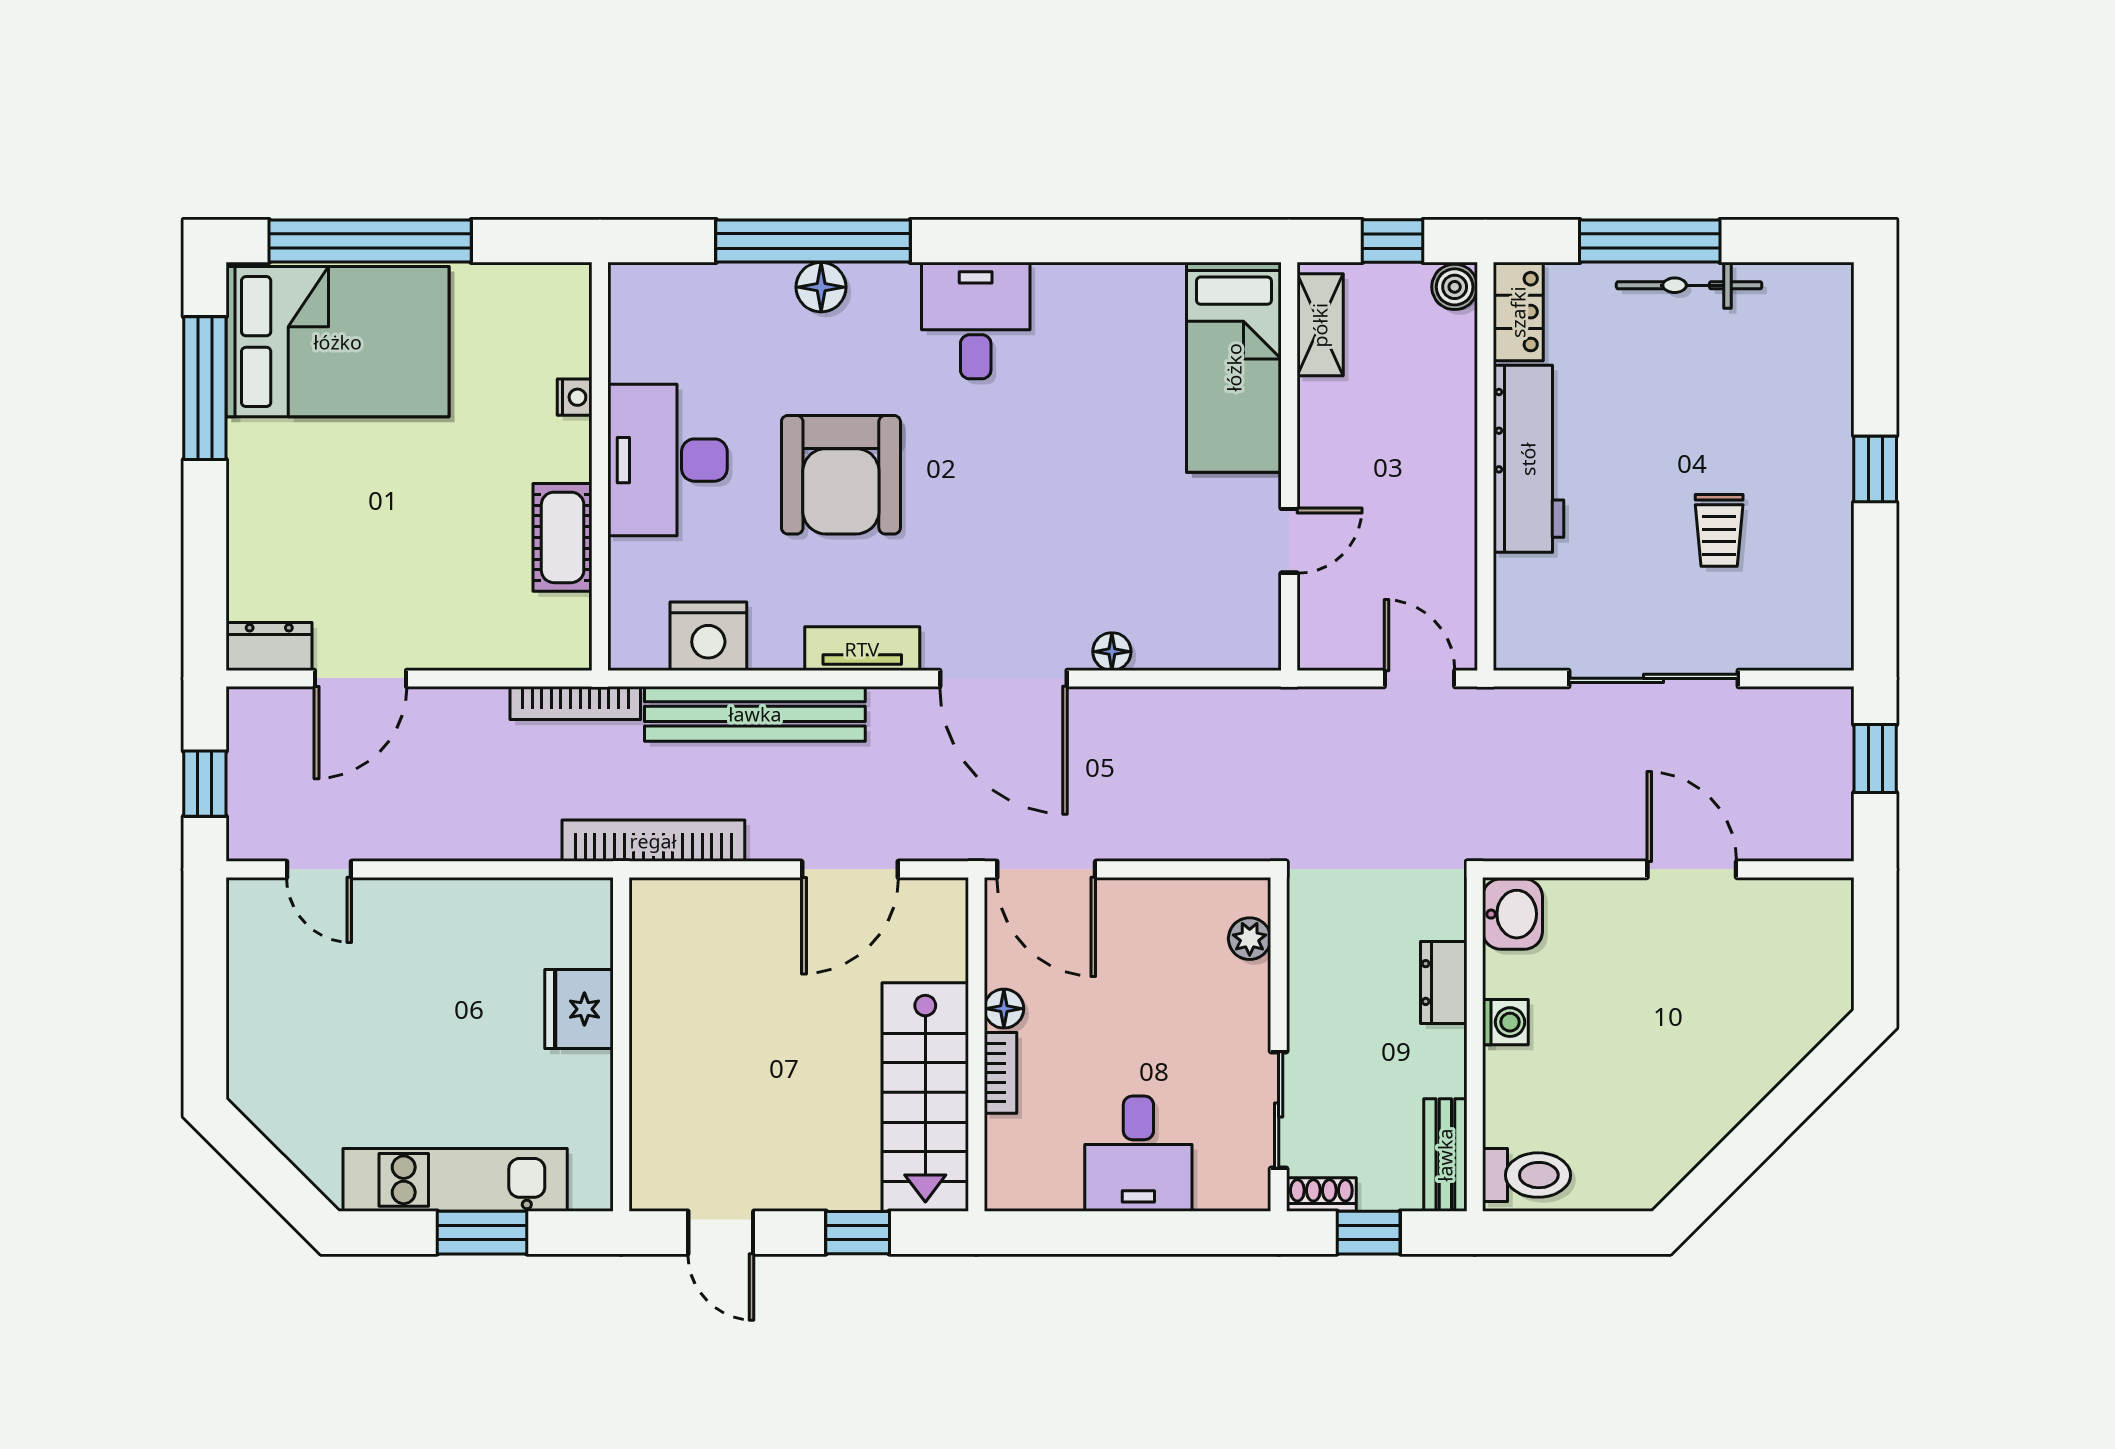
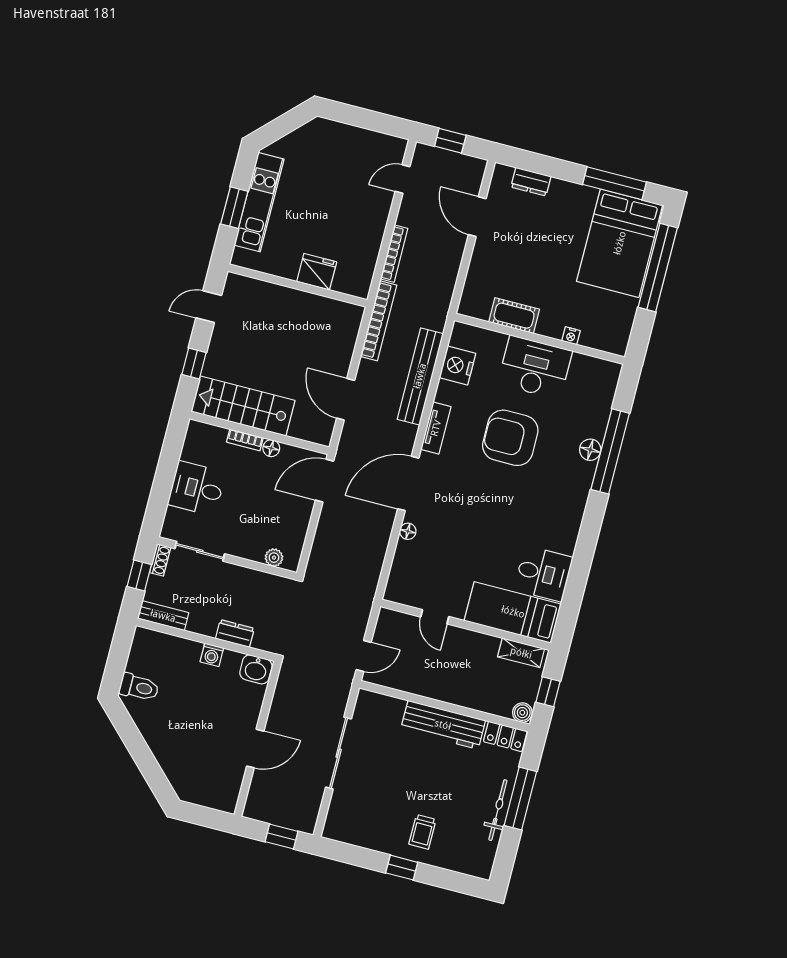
desk: (976, 321) -> (543, 574), moved
trolley: (1719, 530) -> (422, 832), moved, turned -90
dresser: (269, 647) -> (531, 182), moved, turned 90
bookcase: (575, 703) -> (394, 254), moved, turned 180
toilet: (1527, 1175) -> (139, 687), moved, turned -90

